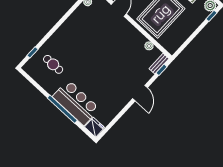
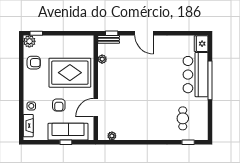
door: (140, 93) -> (144, 33), swing flipped

